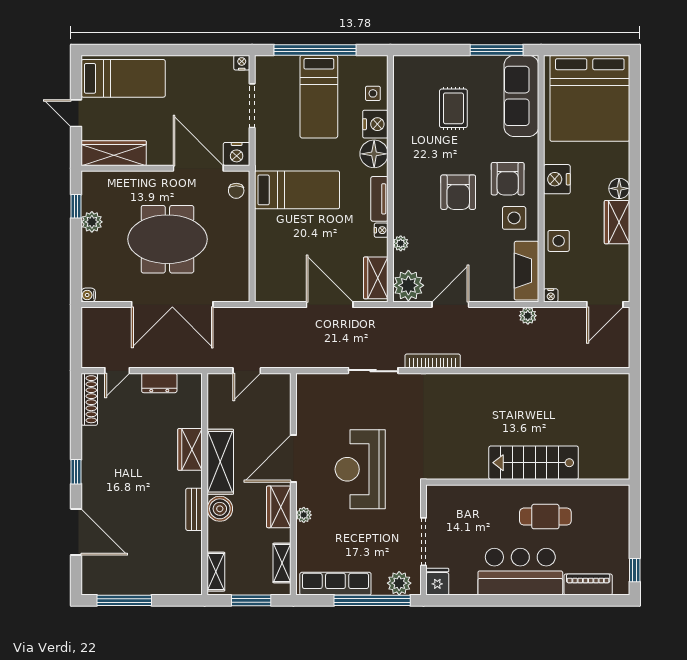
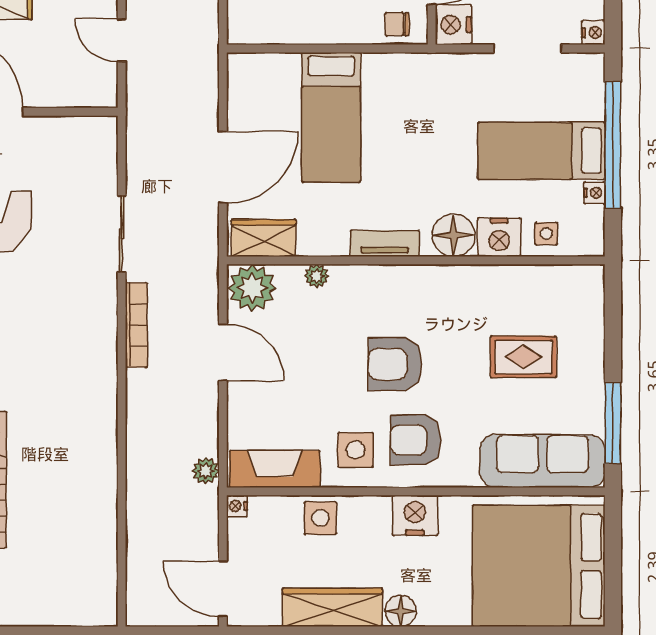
bed: (297, 190) -> (331, 117), moved
wardrobe: (617, 222) -> (332, 607), width x1.50
nightstand: (381, 230) -> (594, 193), moved, turned -90

